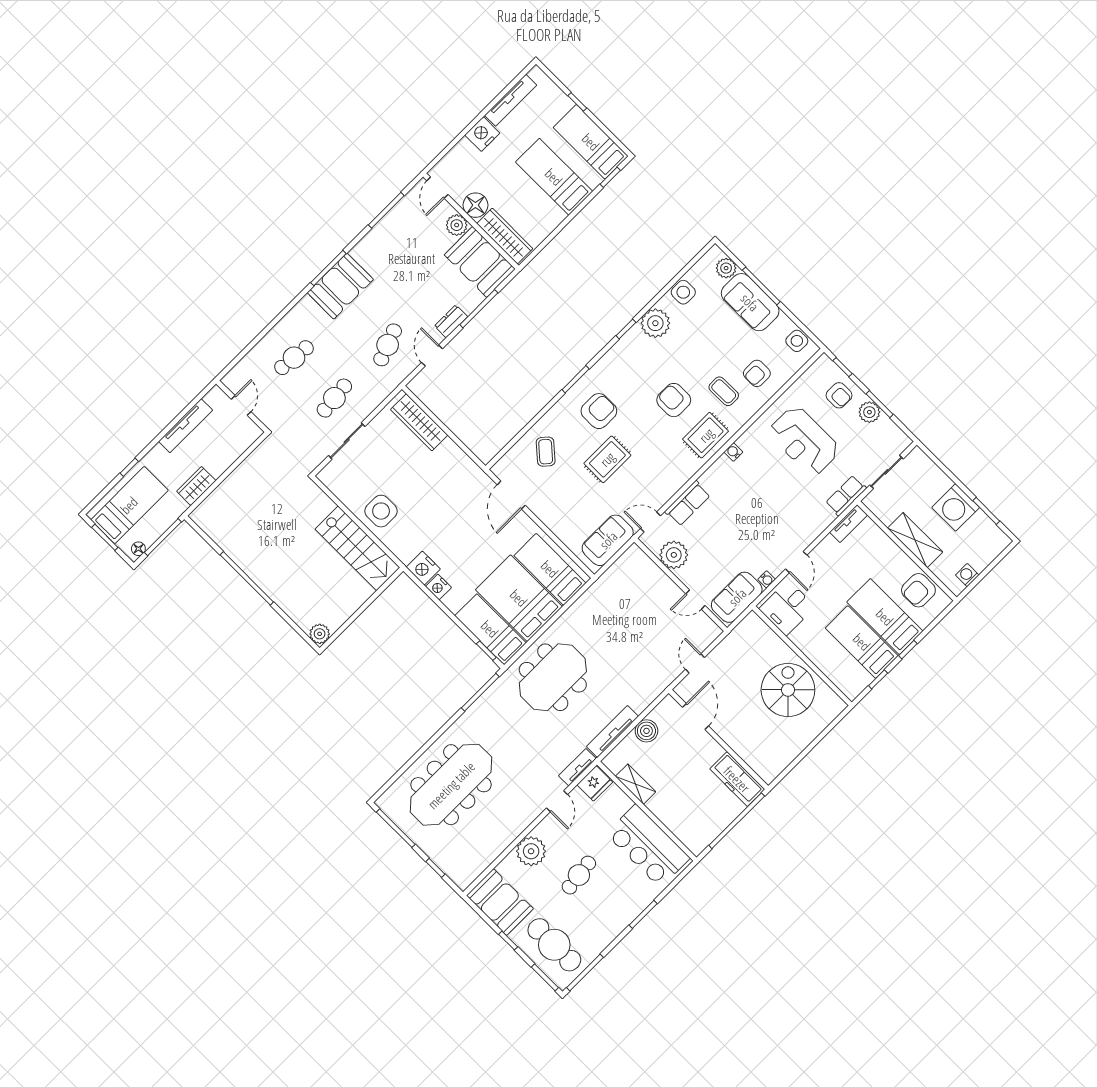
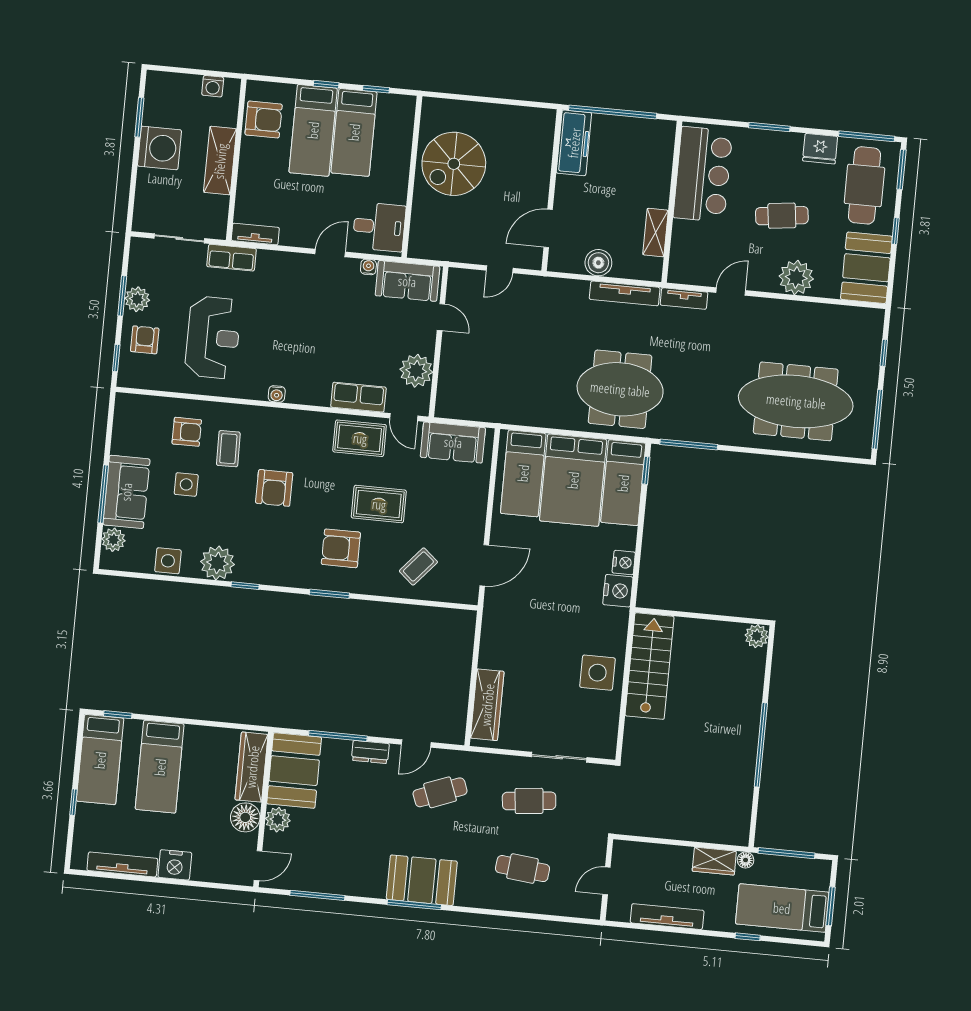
side table: (797, 341) -> (186, 484), moved
rug: (706, 435) -> (360, 438), moved
floor lamp: (138, 549) -> (746, 860), moved
fridge: (595, 783) -> (820, 149), moved, turned 180

